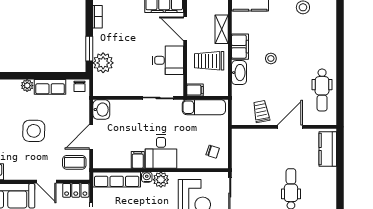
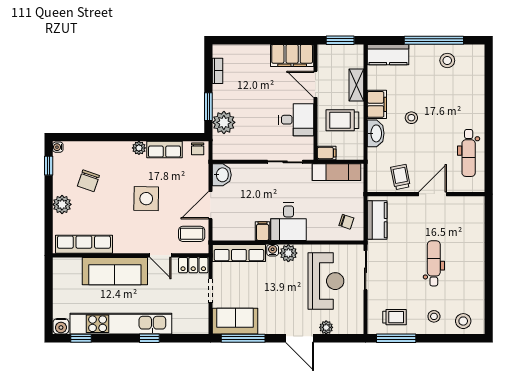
kitchen counter: (328, 149) -> (377, 220), moved, turned 180

